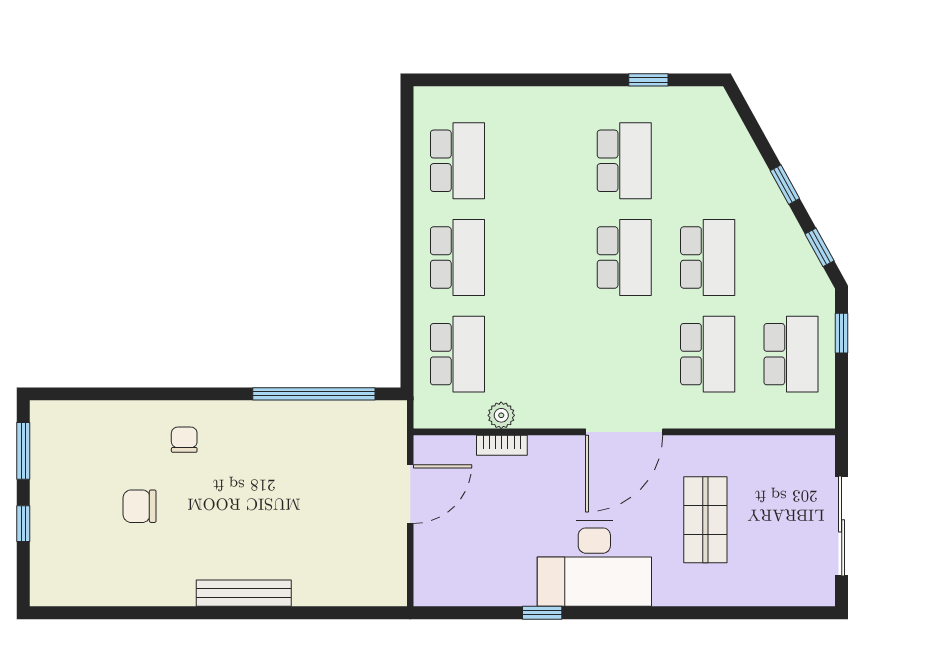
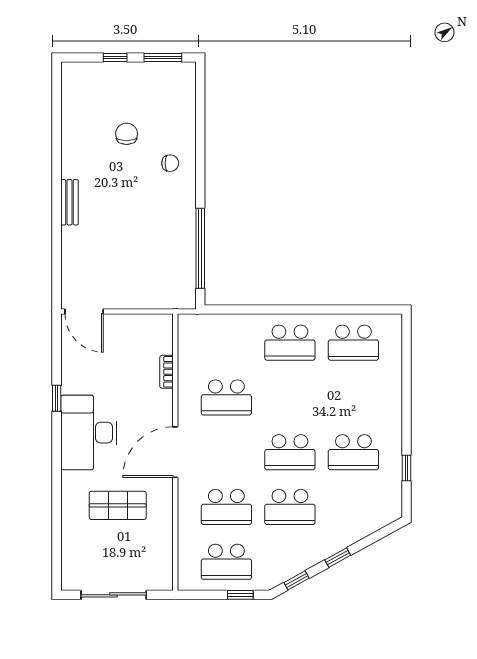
school desk: (458, 354) -> (226, 397), moved
plant: (501, 415) -> (186, 371), removed
door: (624, 432) -> (175, 452), hinge flipped
door: (410, 494) -> (84, 312), moved
bench: (244, 593) -> (69, 202), width x0.73

